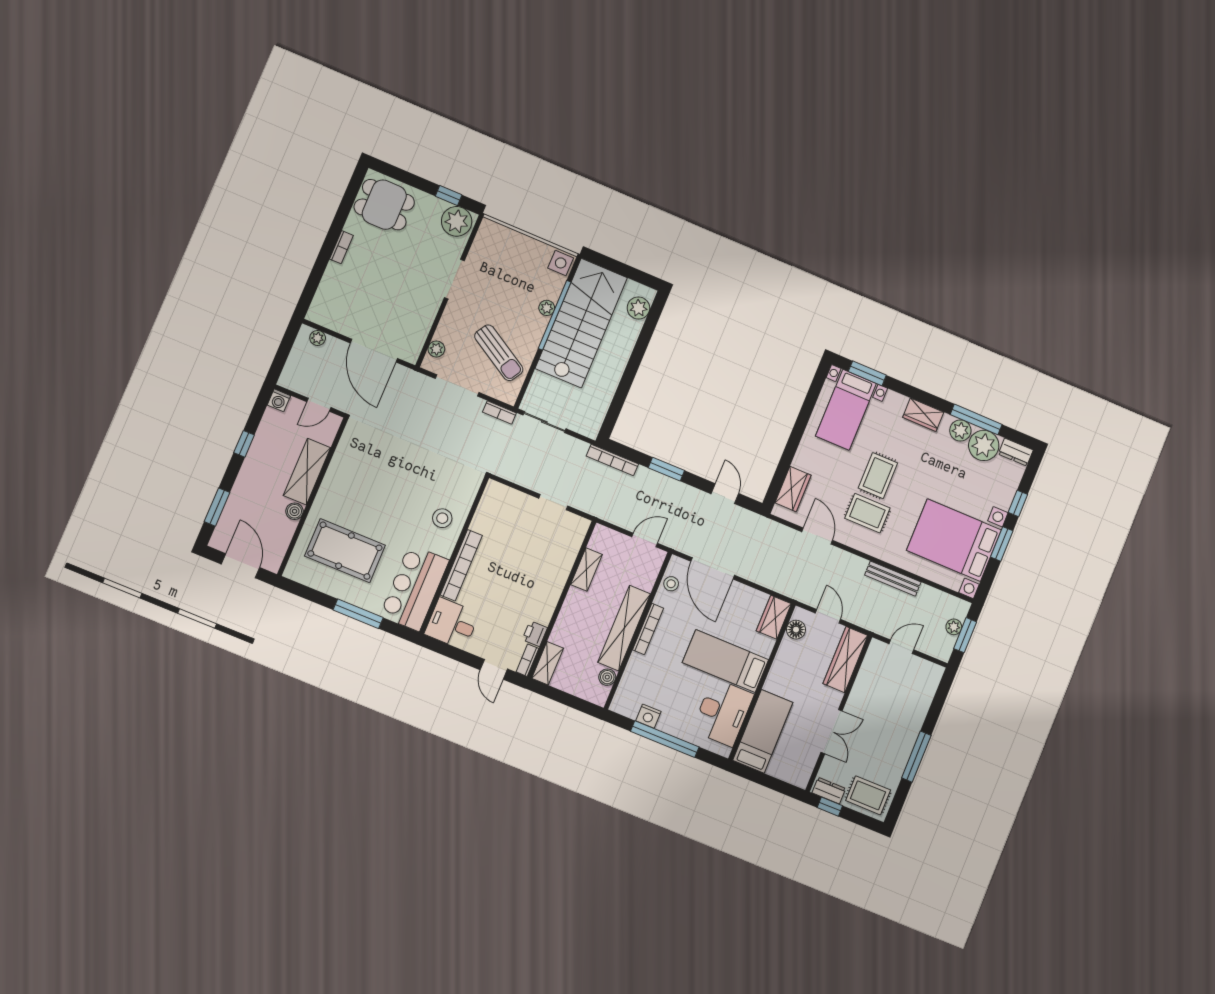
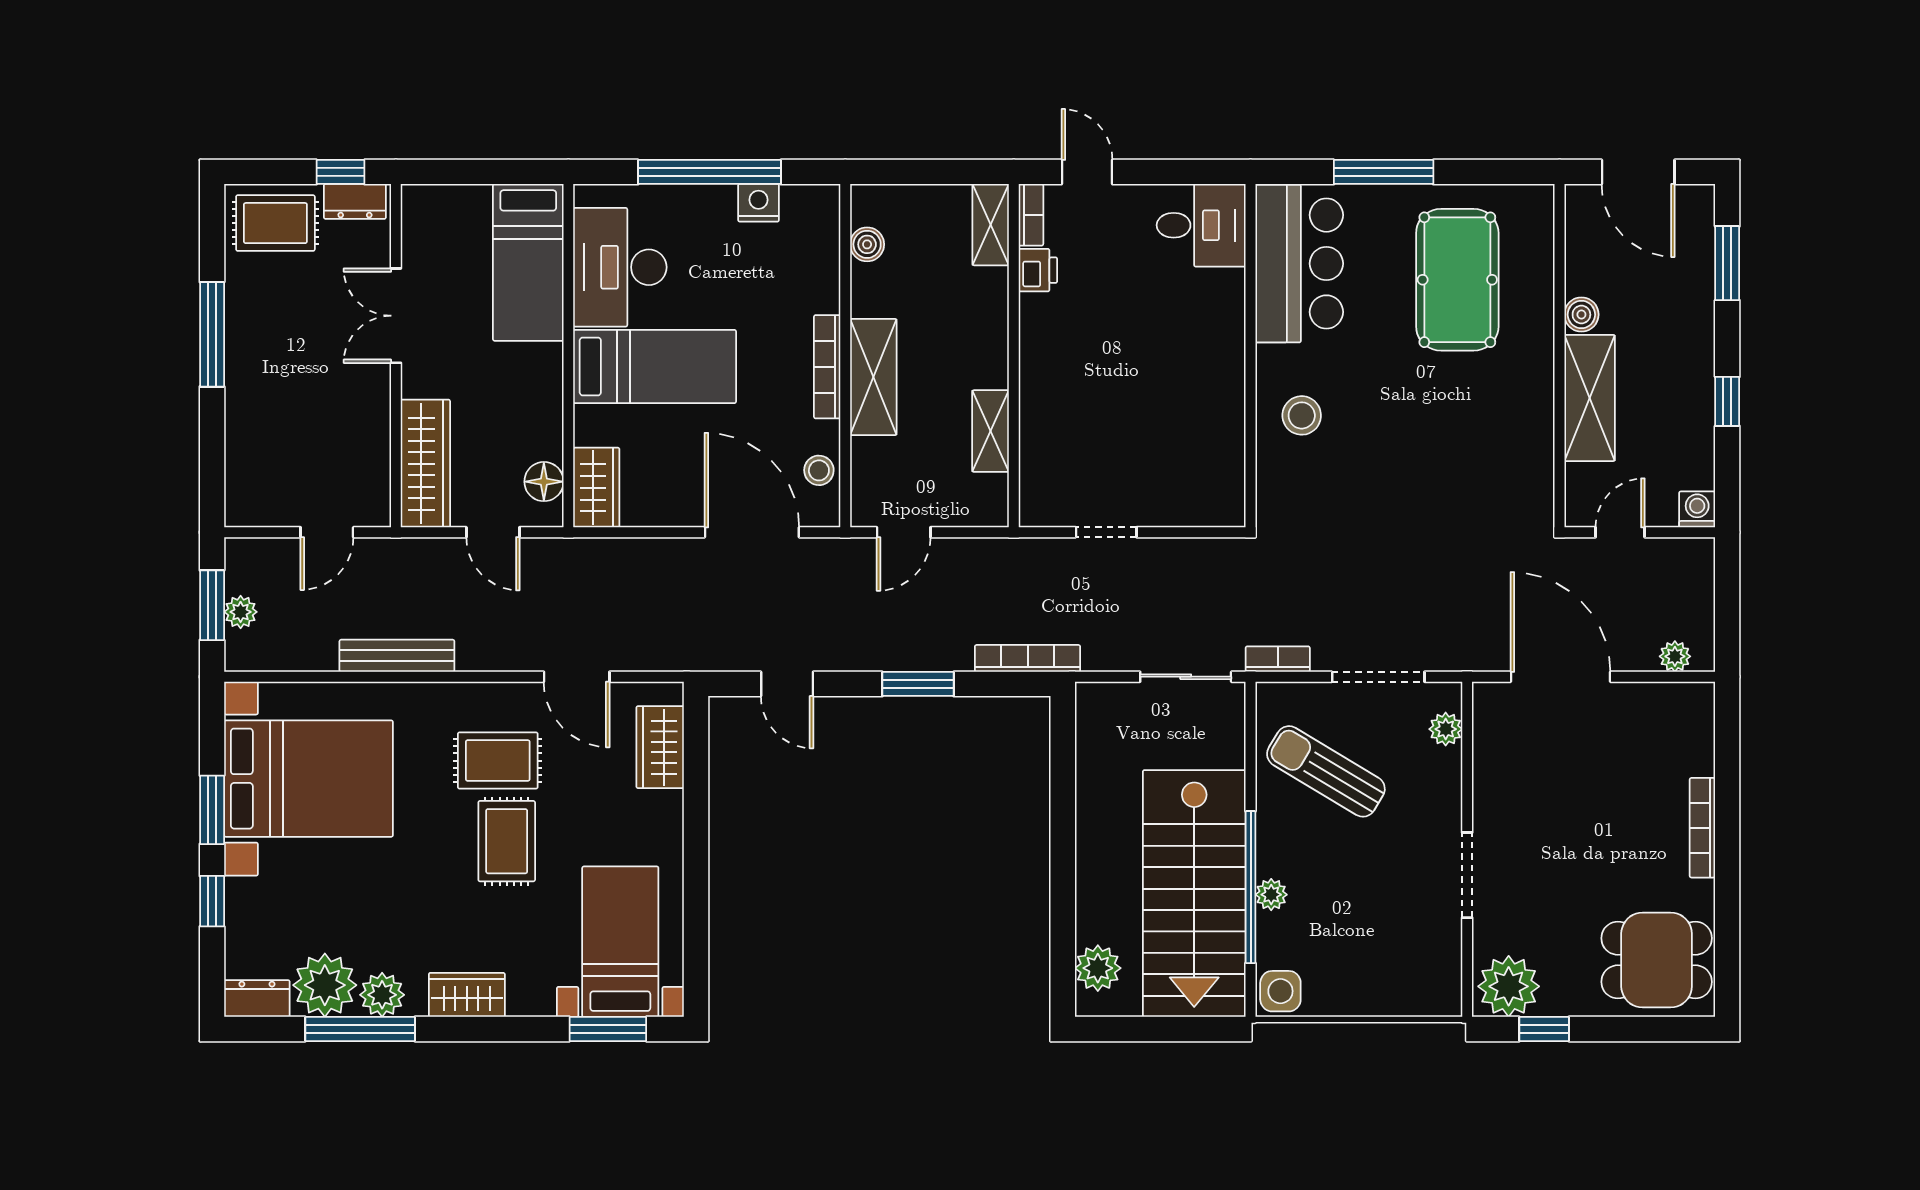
bookcase: (341, 247) -> (1702, 828), width x1.56
pool table: (345, 551) -> (1457, 280), turned 90
bookcase: (461, 565) -> (1229, 342), removed
shelving: (624, 628) -> (873, 377), width x0.68

